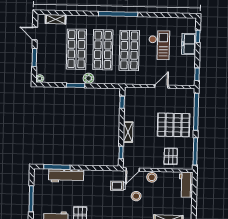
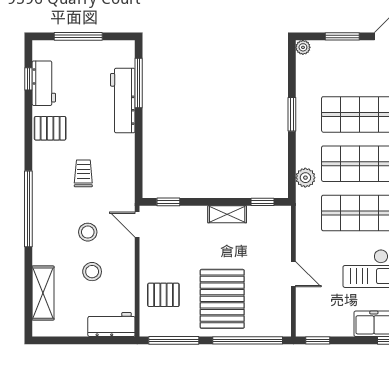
plant: (88, 78) -> (305, 178), moved
shelving: (128, 132) -> (227, 214), moved
stool: (152, 177) -> (92, 272), moved
trolley: (118, 186) -> (83, 173), moved

